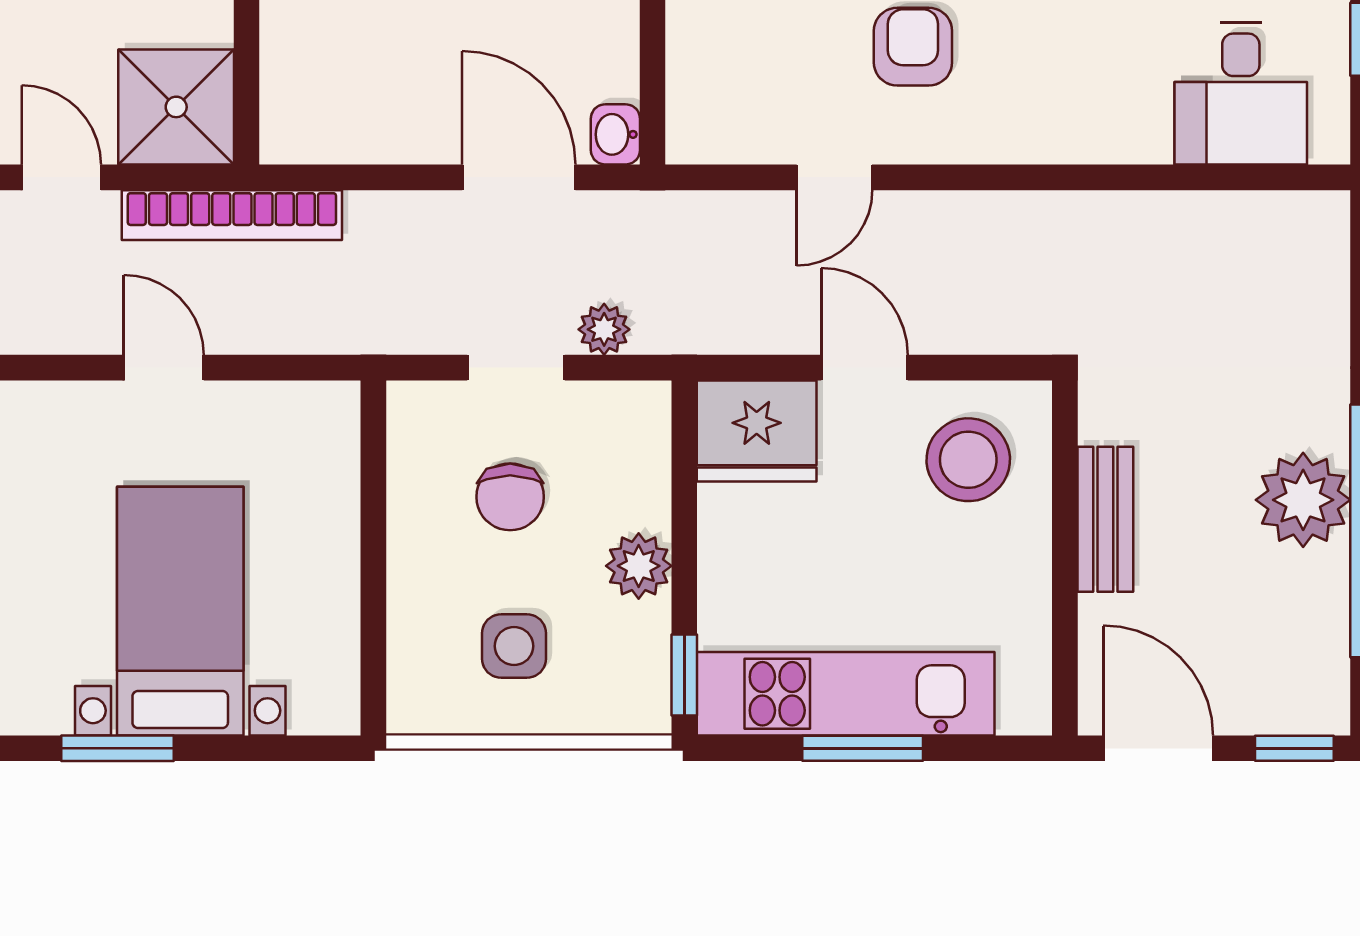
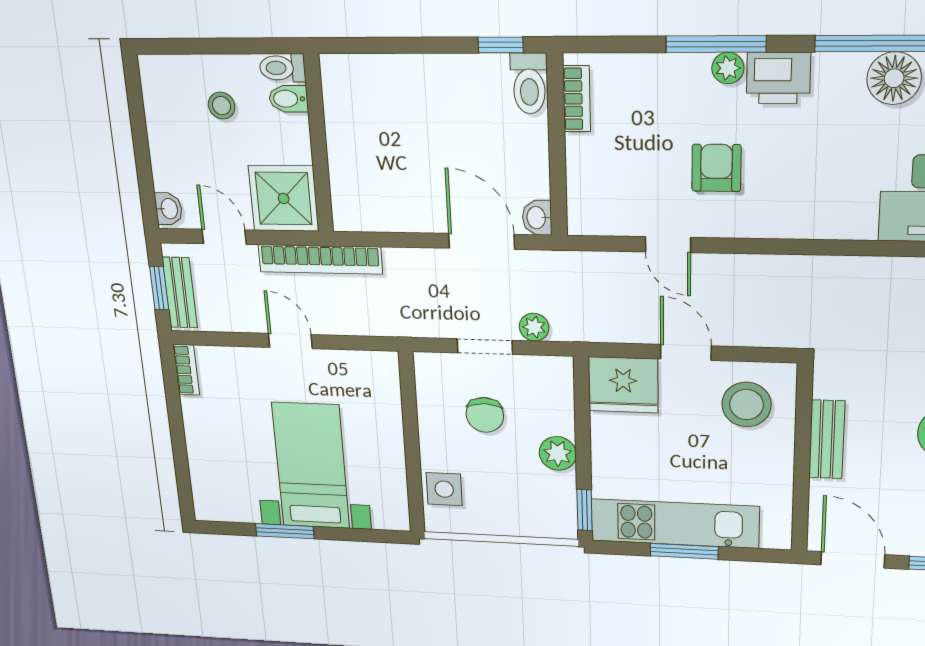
door: (834, 177) -> (668, 245), hinge flipped
side table: (514, 646) -> (444, 489), moved

